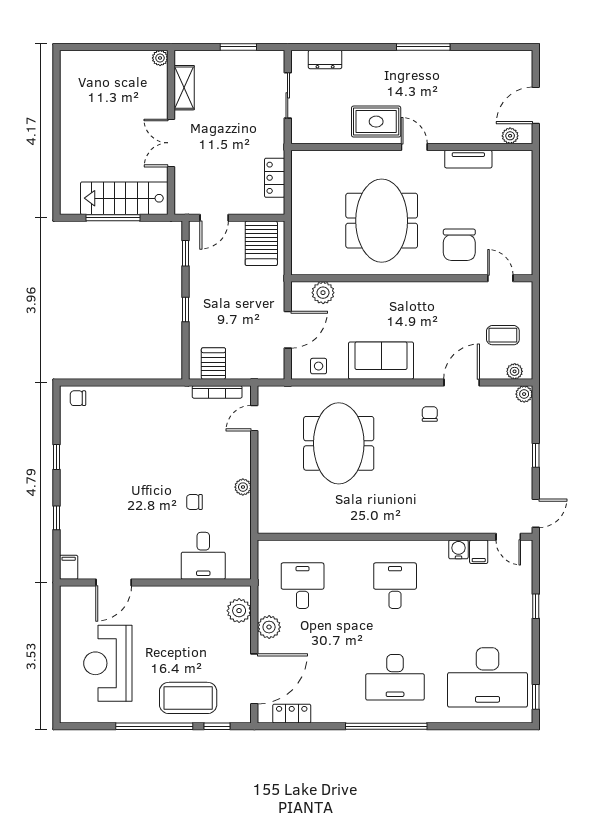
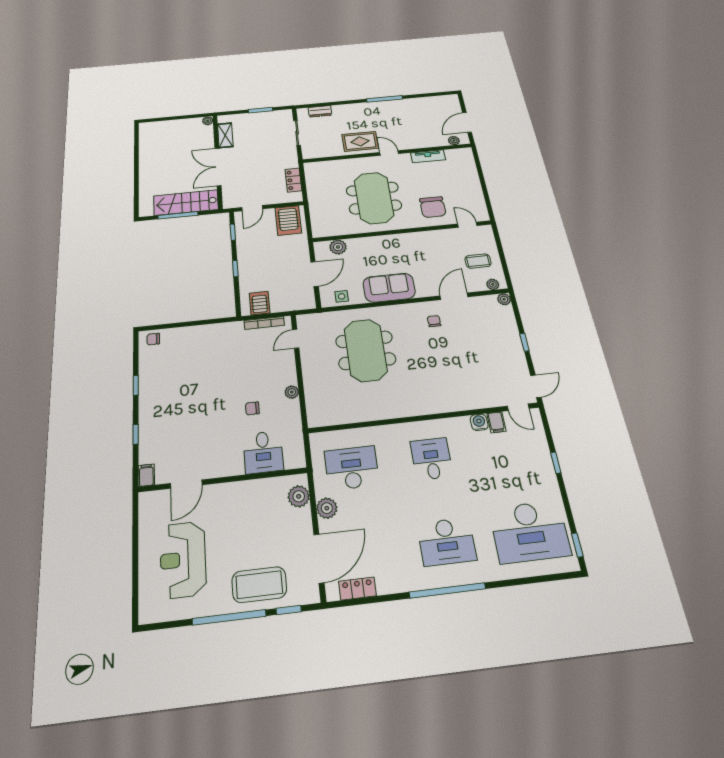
double door: (171, 143) -> (218, 167), width x1.37
desk: (303, 586) -> (352, 468), width x1.37

